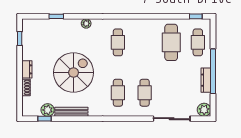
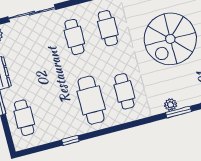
window: (82, 16) -> (179, 112), added
window: (196, 16) -> (70, 140), moved
cafe table: (171, 42) -> (91, 100), moved

